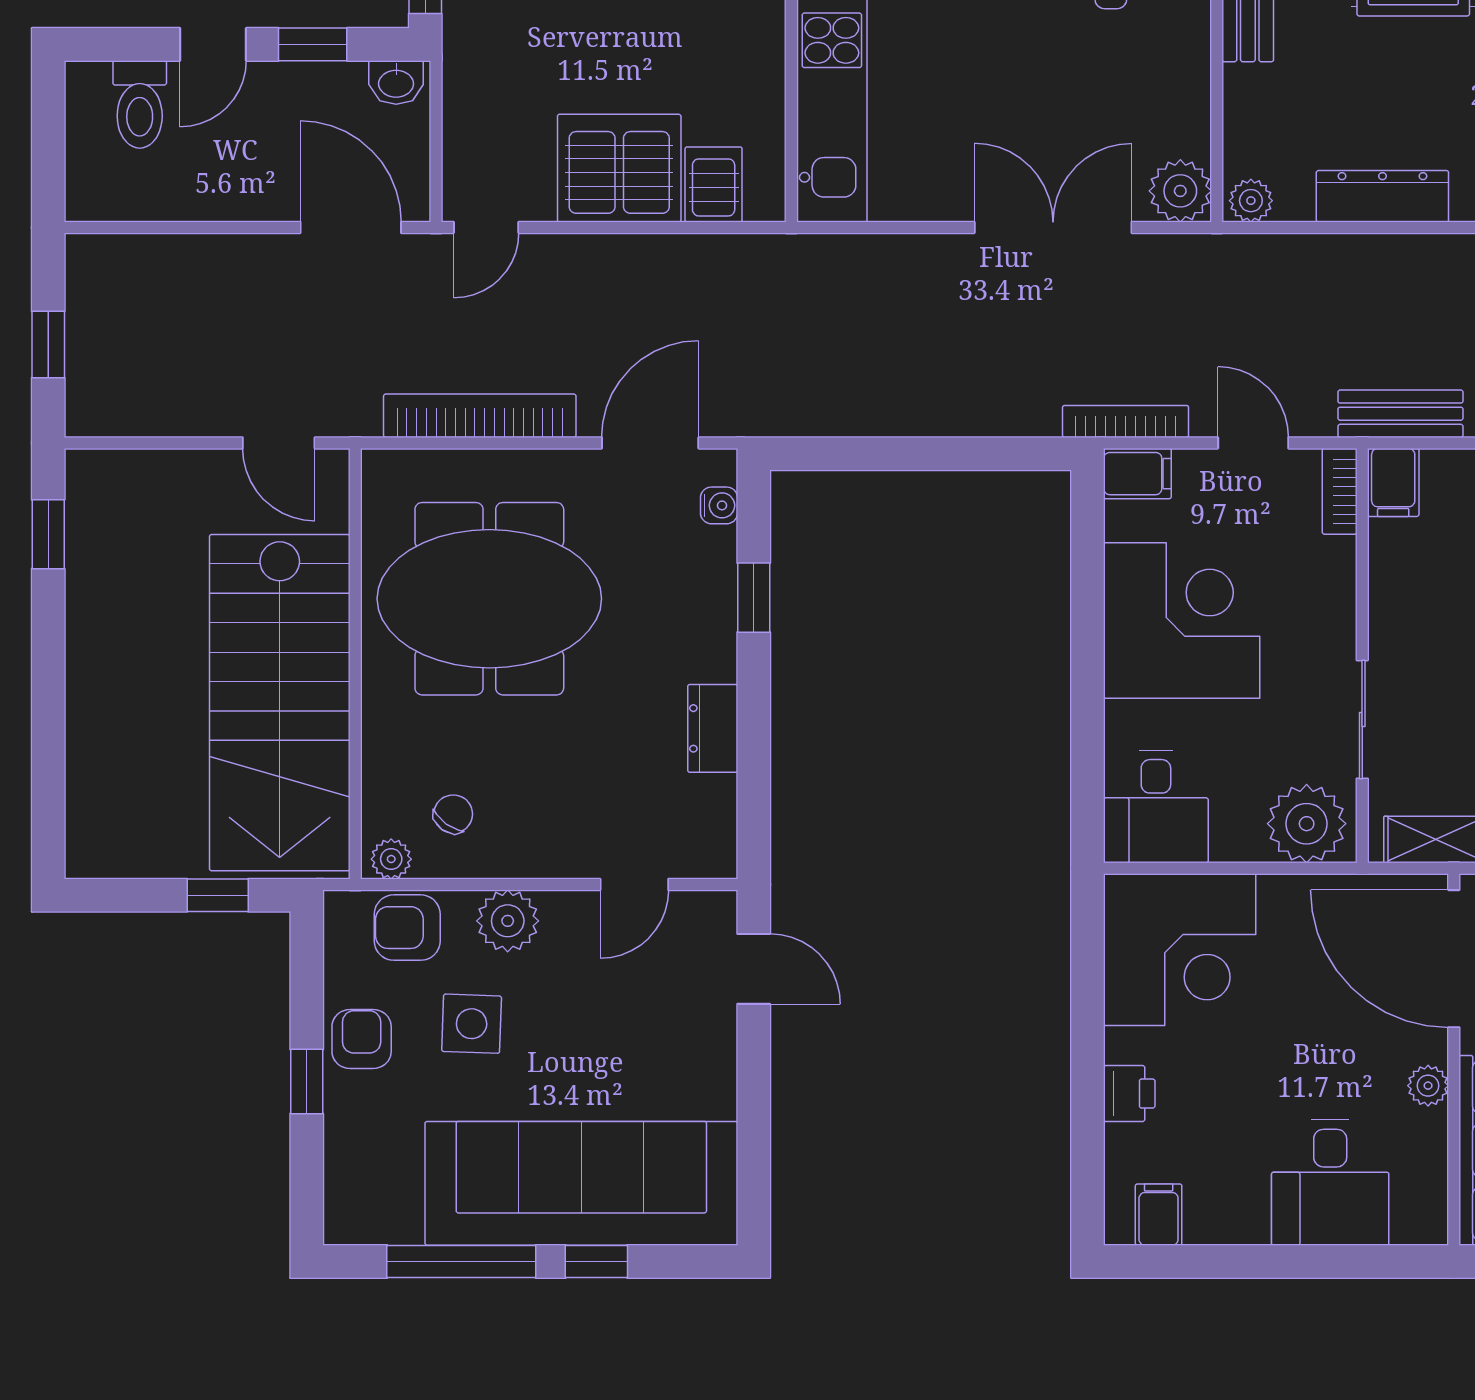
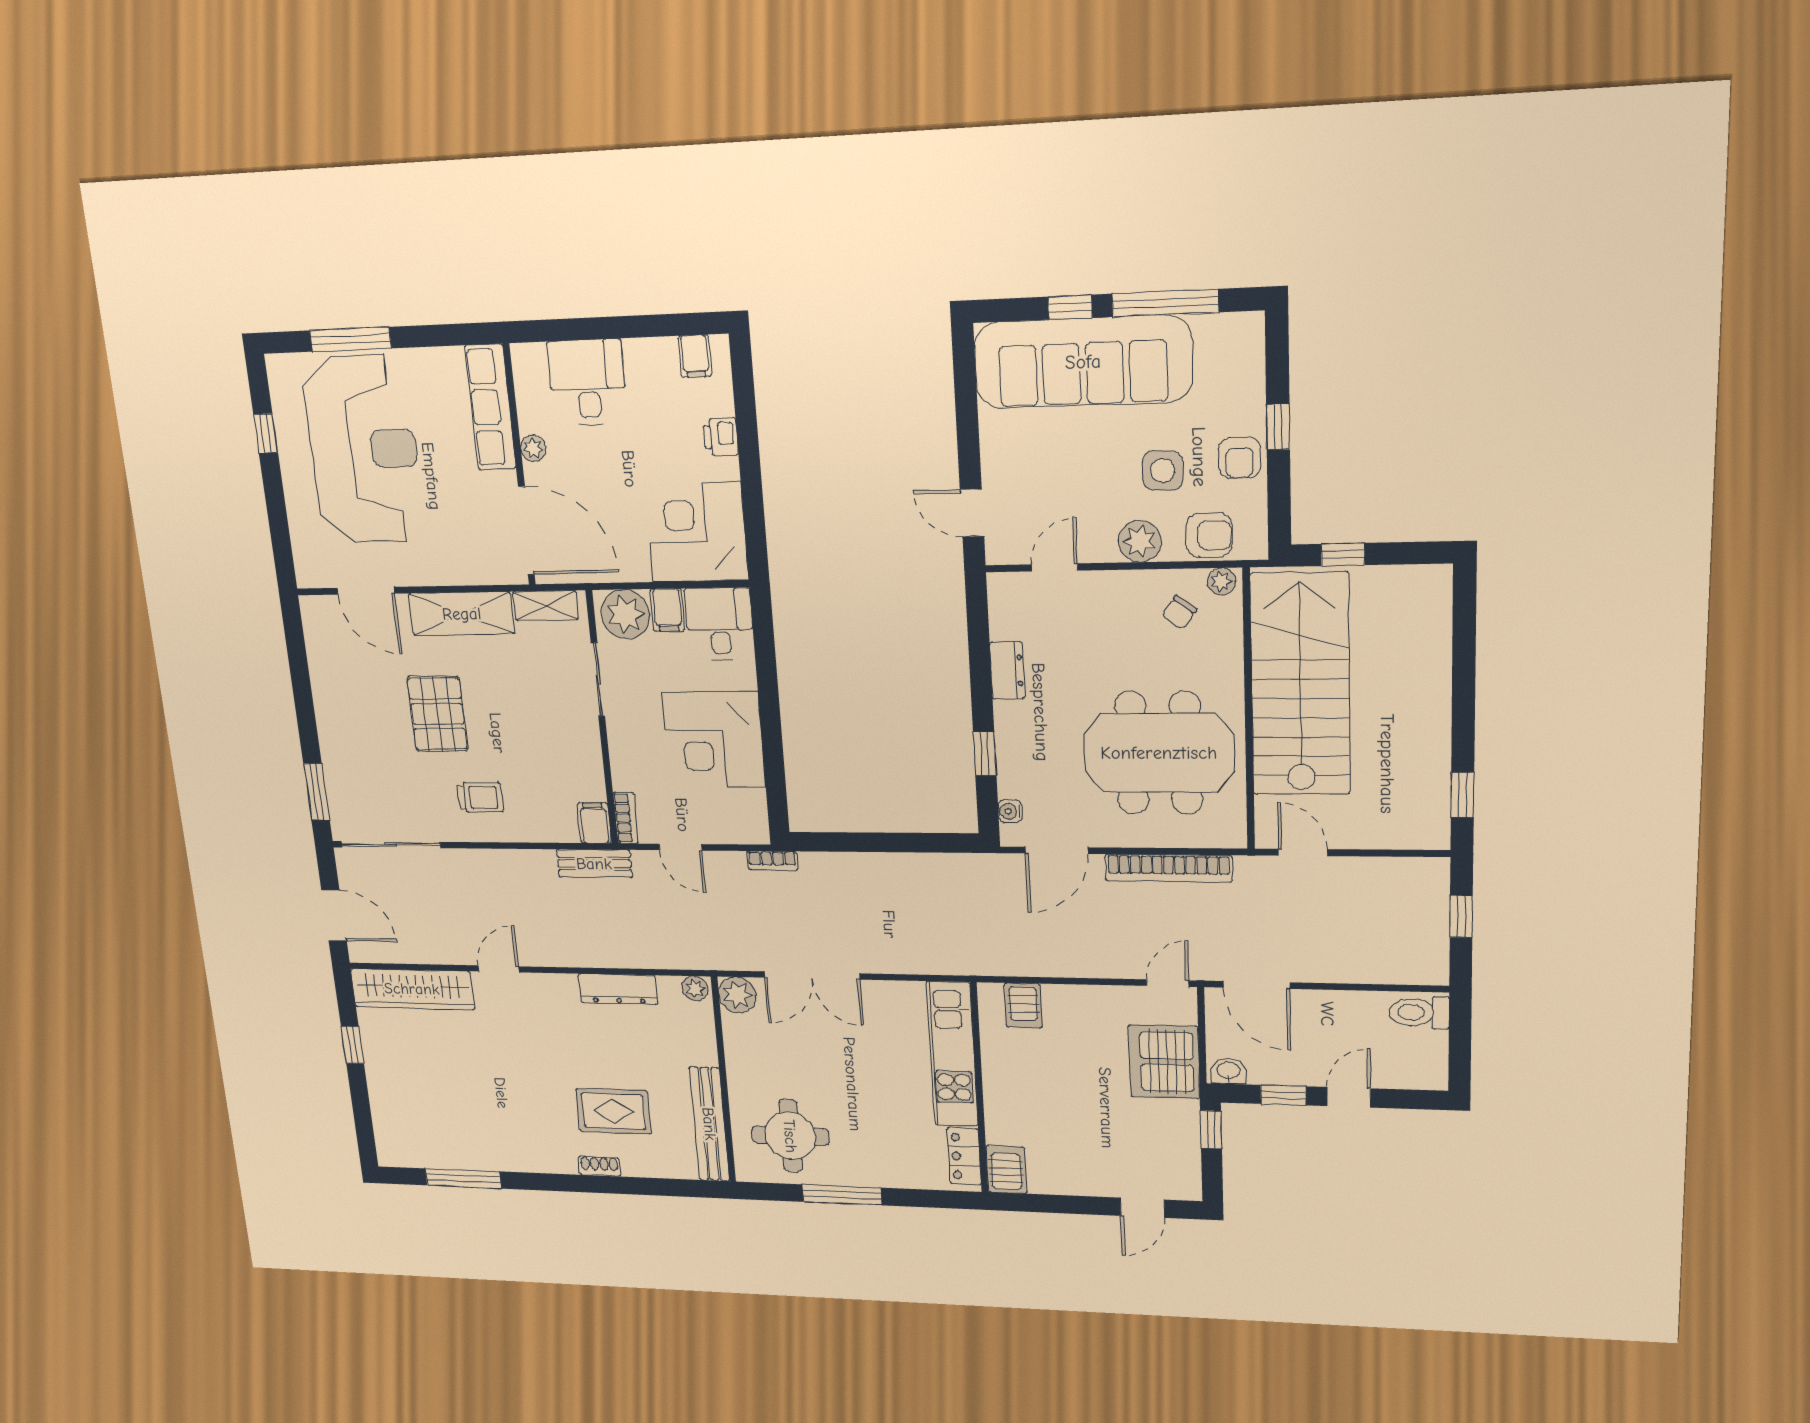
toilet: (140, 104) -> (1419, 1012), moved, turned -90
server rack: (619, 168) -> (1164, 1062), moved, turned 90
bookcase: (1126, 421) -> (772, 861), width x0.64
filing cabinet: (1137, 474) -> (668, 610), moved, turned -90

